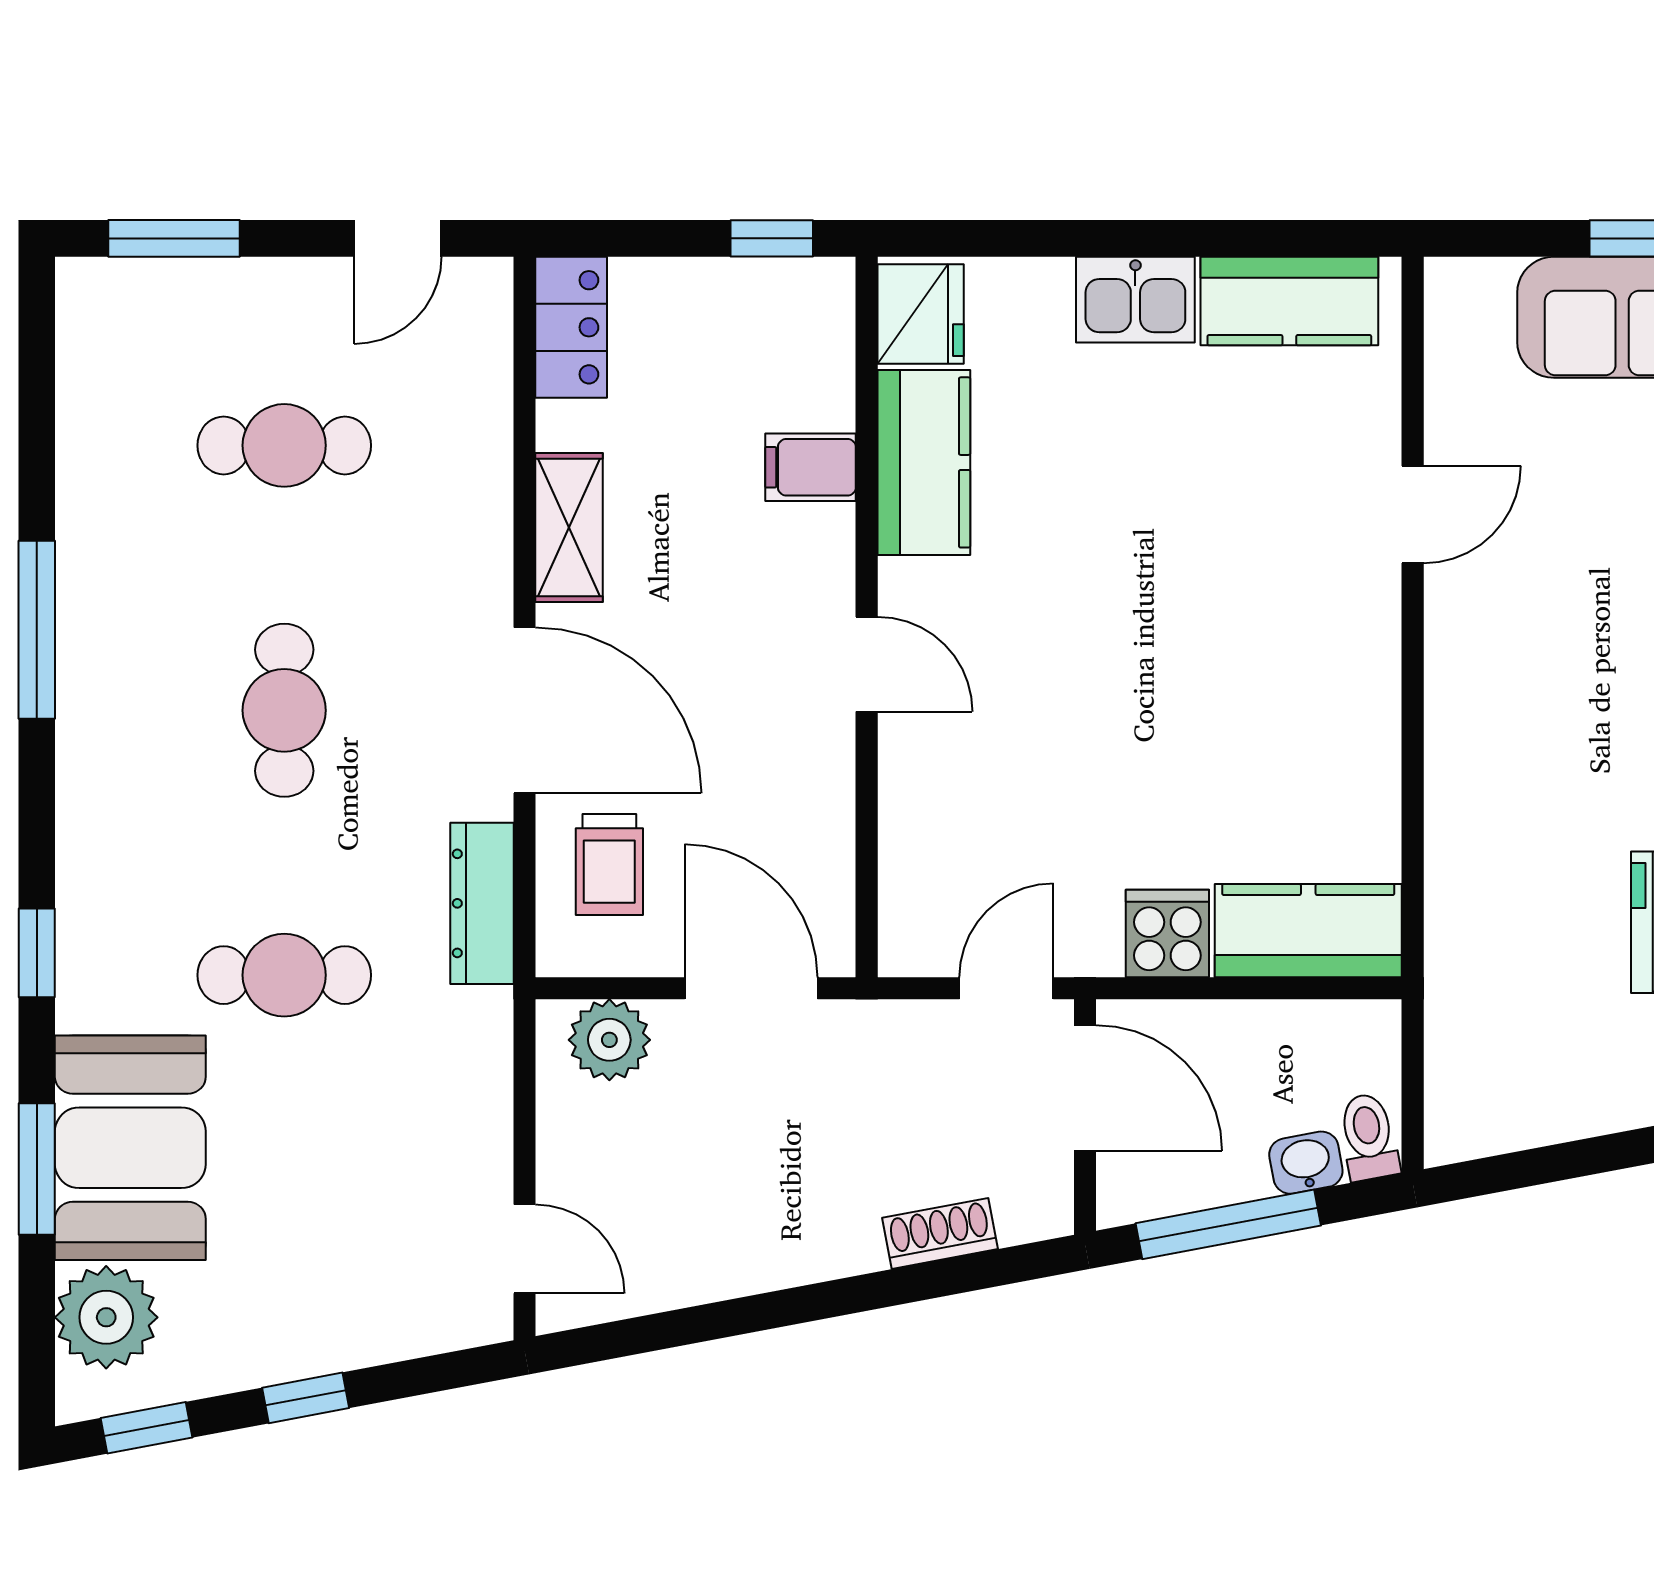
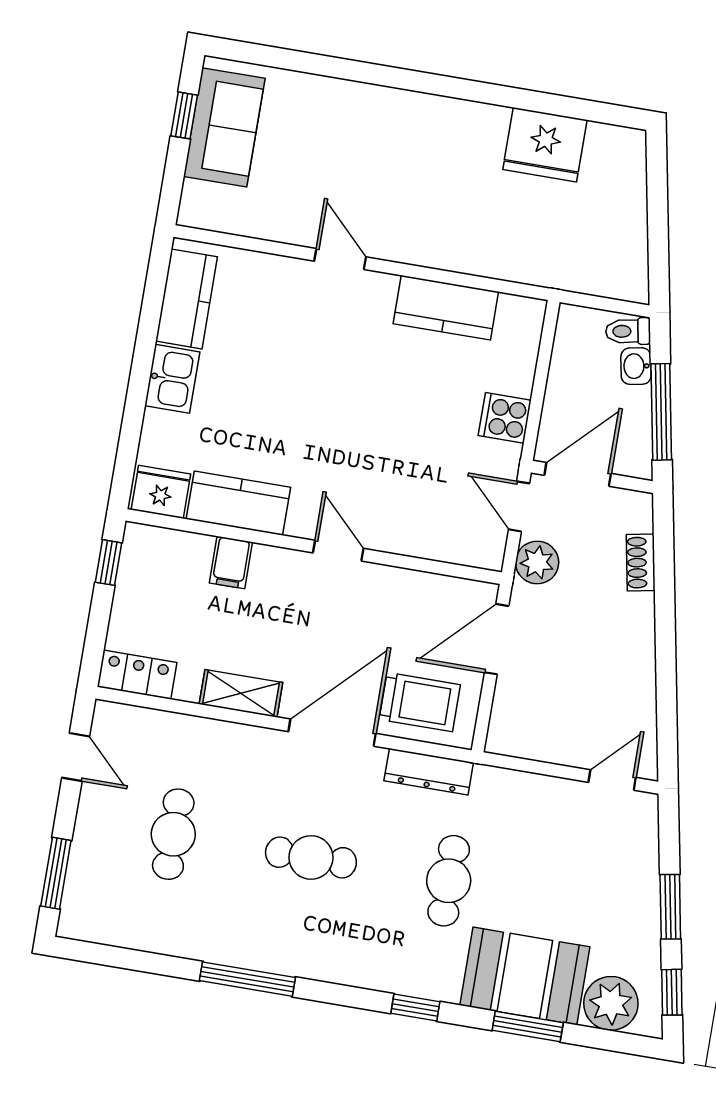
door: (1413, 514) -> (340, 259), moved
door: (867, 664) -> (338, 551), hinge flipped
trolley: (609, 865) -> (420, 702), width x1.36, depth x1.39
kitchen counter: (1308, 931) -> (446, 308), moved, turned -90
plant: (609, 1040) -> (537, 562), moved
window: (306, 1398) -> (670, 907), width x1.50

